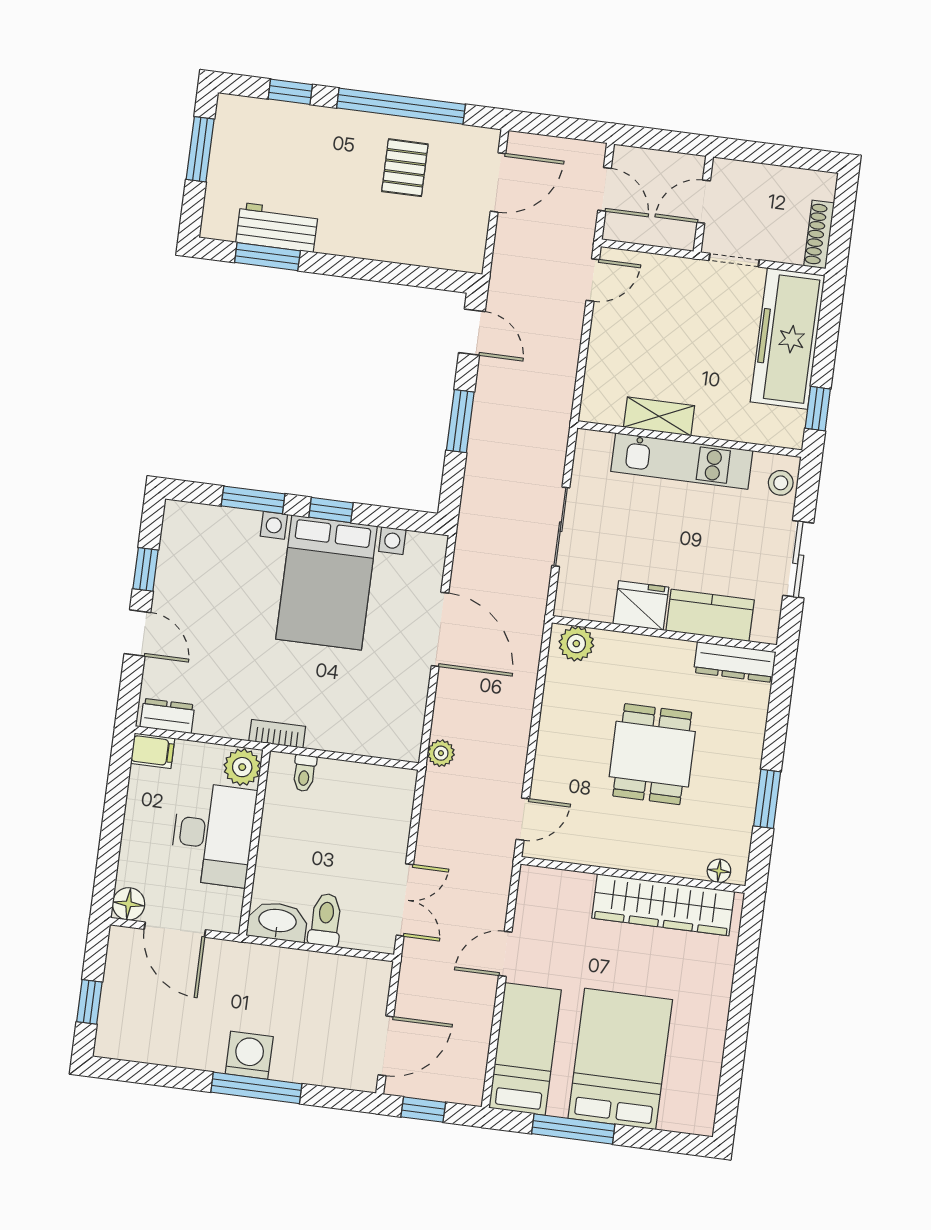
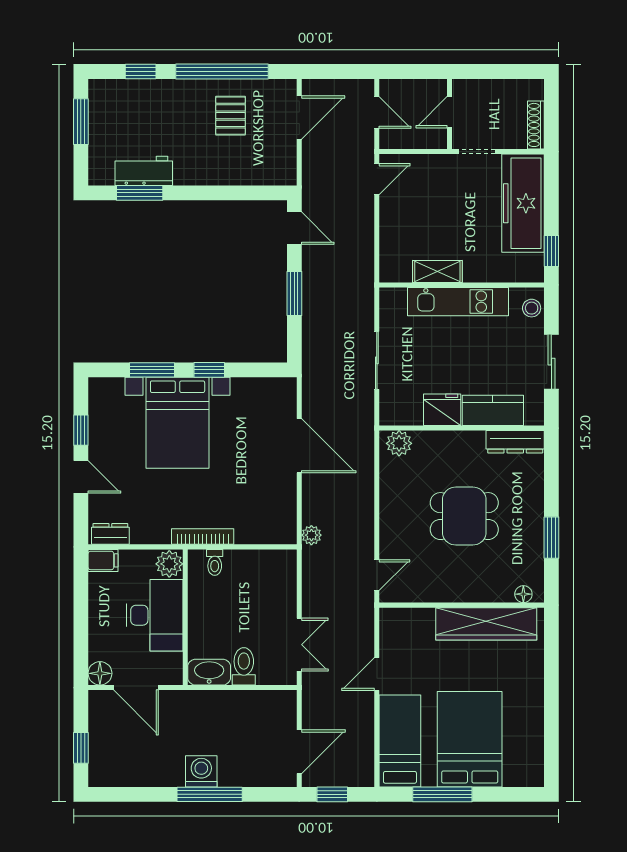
bed with nightstands: (327, 583) -> (178, 423), moved
bookcase: (277, 734) -> (203, 537), width x1.56
dining table: (652, 754) -> (464, 516), turned 90

